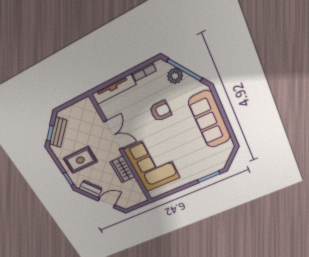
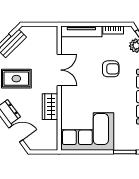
corner sofa: (152, 164) -> (87, 132), moved, turned -90

